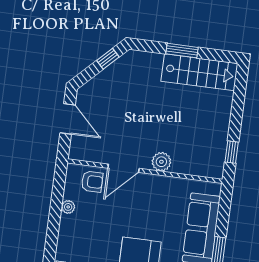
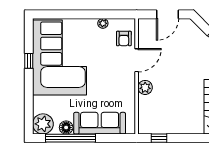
door: (123, 168) -> (137, 60), swing flipped

